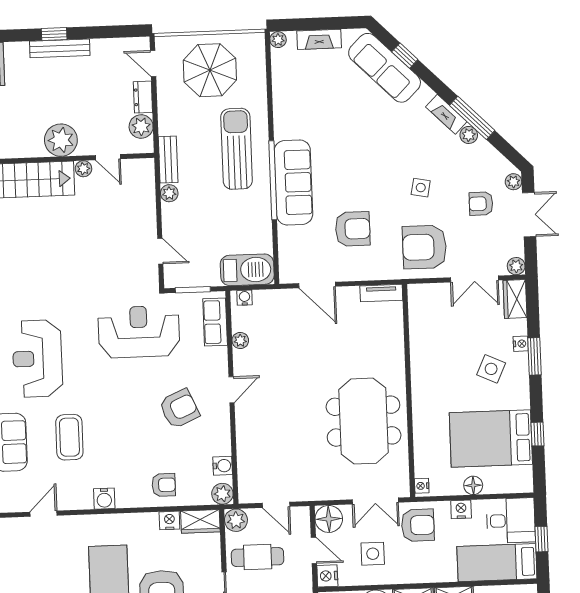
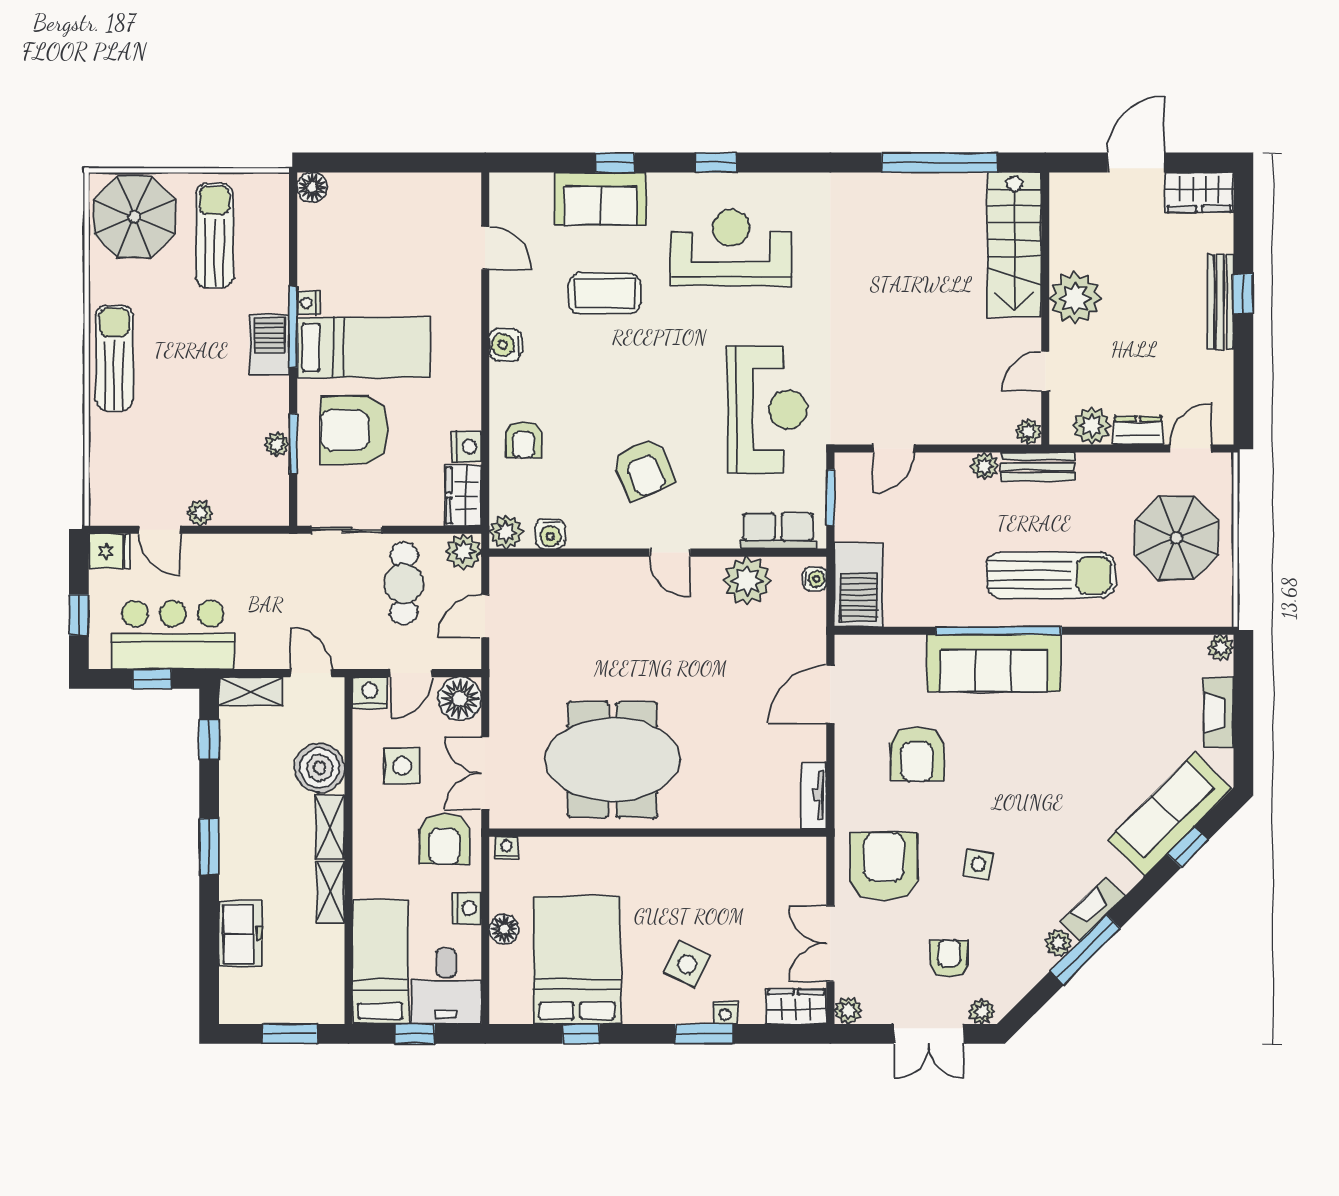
plant: (83, 169) -> (1028, 432), moved
plant: (240, 340) -> (747, 581), width x1.87, depth x1.87

